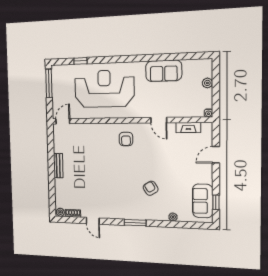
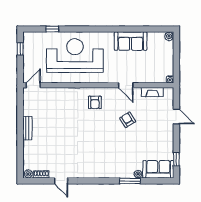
window: (49, 83) -> (20, 49), width x0.46
plant: (207, 83) -> (169, 36), moved
door: (216, 155) -> (176, 117), swing flipped
armchair: (151, 188) -> (128, 120), moved
sofa: (203, 201) -> (158, 169), moved, turned 90
window: (135, 223) -> (130, 181), moved

